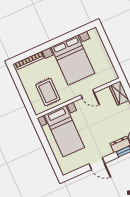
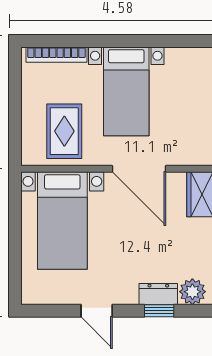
bed with nightstands: (73, 60) -> (126, 91), width x0.73
door: (88, 94) -> (139, 169), width x1.88

